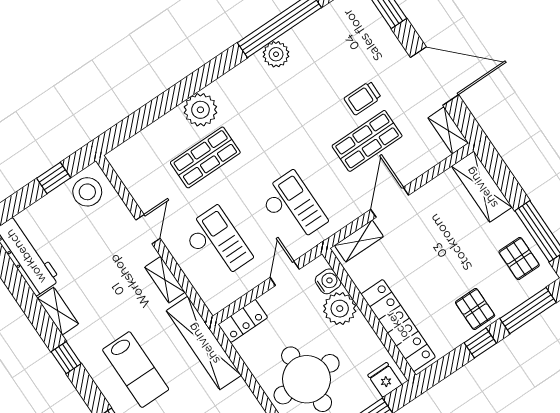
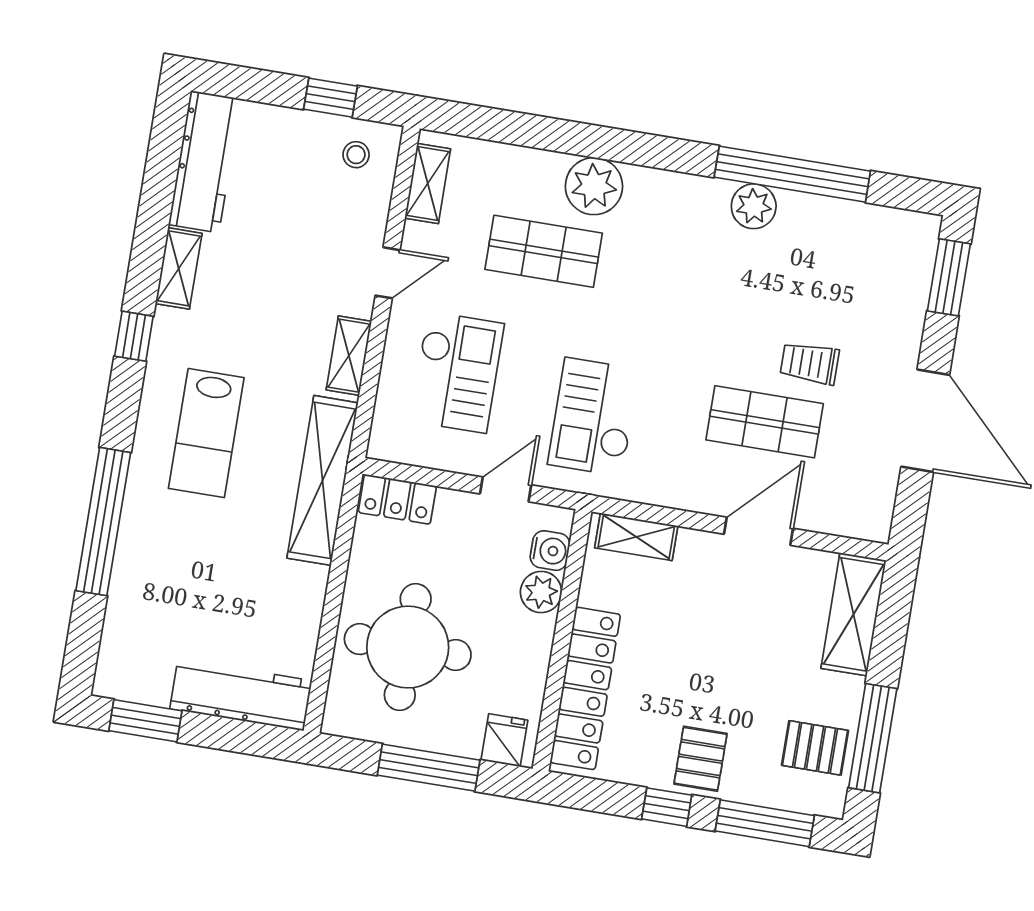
shelving: (448, 130) -> (428, 184), moved
stool: (87, 192) -> (356, 155), width x0.53, depth x0.53
door: (390, 202) -> (758, 531), moved
checkout: (293, 207) -> (594, 417), turned 180
pallet: (519, 259) -> (815, 748), turned 90
plant: (340, 309) -> (541, 592), width x0.73, depth x0.73

